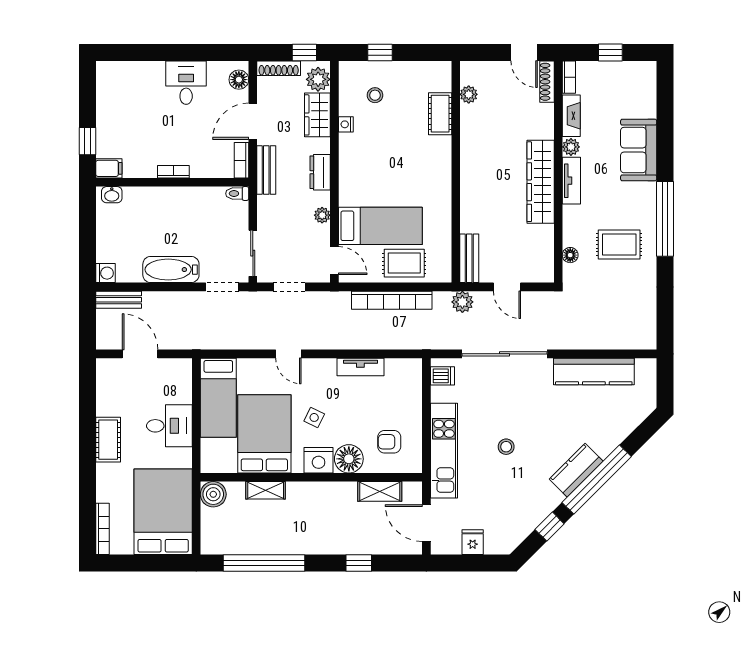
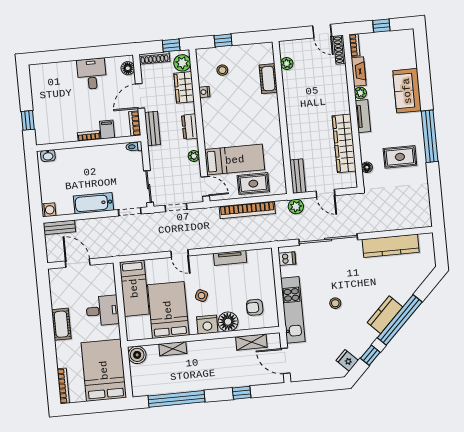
filing cabinet: (109, 168) -> (107, 129), moved, turned -90
wardrobe: (541, 182) -> (344, 143), moved
fridge: (473, 542) -> (347, 361), moved, turned -45

